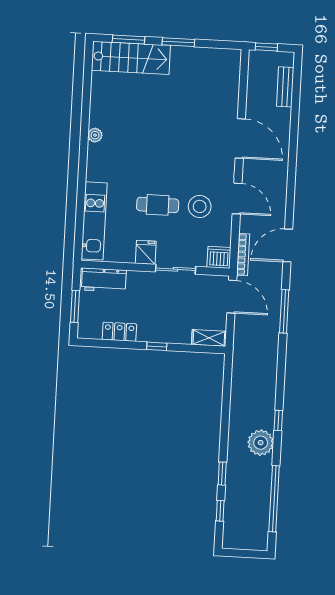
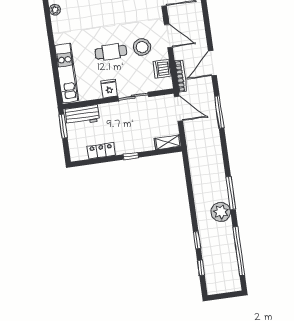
dishwasher: (219, 257) -> (162, 69), moved, turned -90
window: (75, 306) -> (63, 126), moved
window: (278, 421) -> (231, 193), width x2.17

